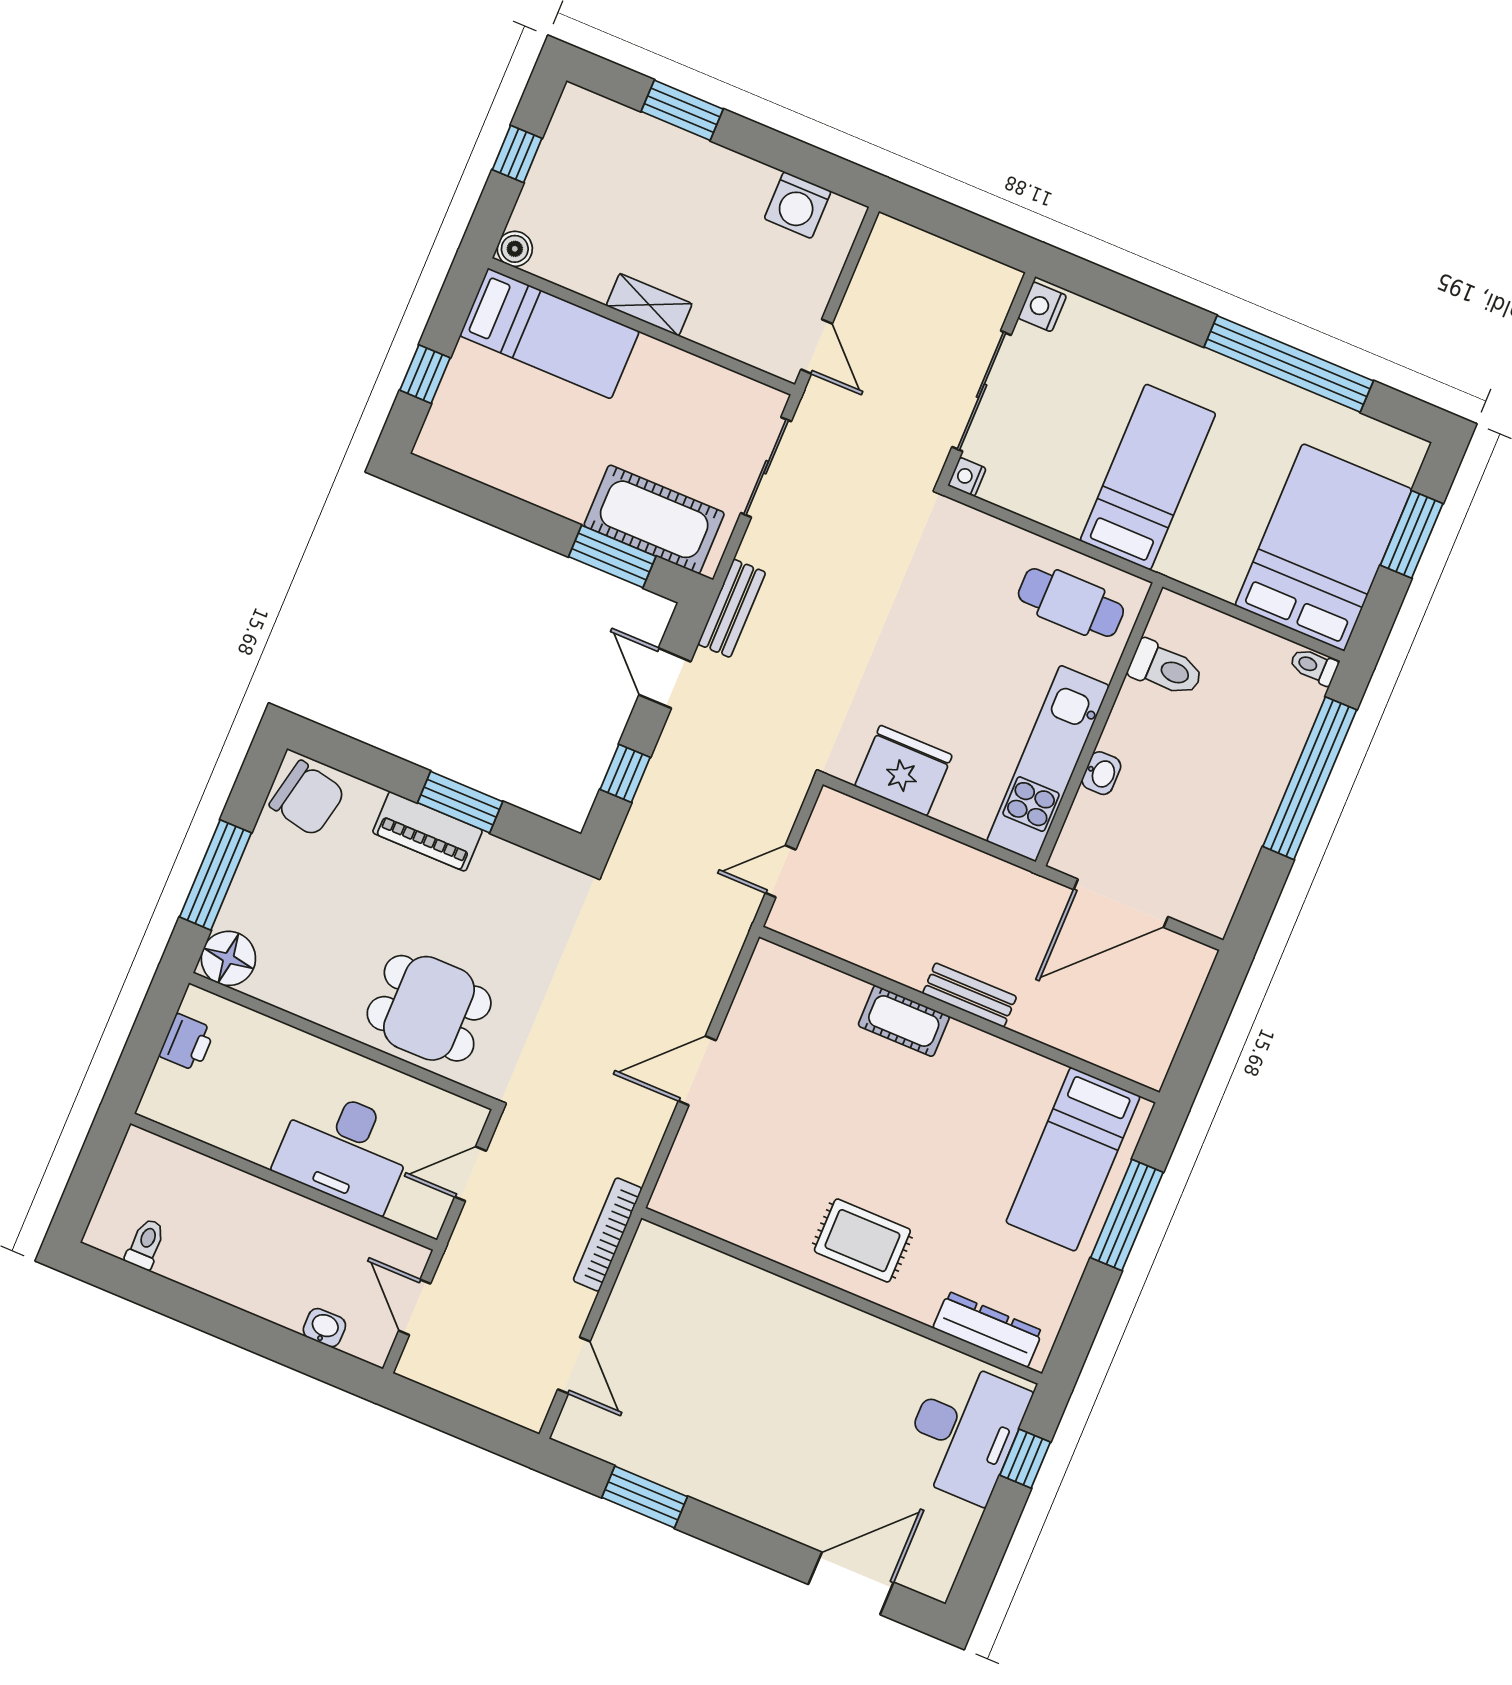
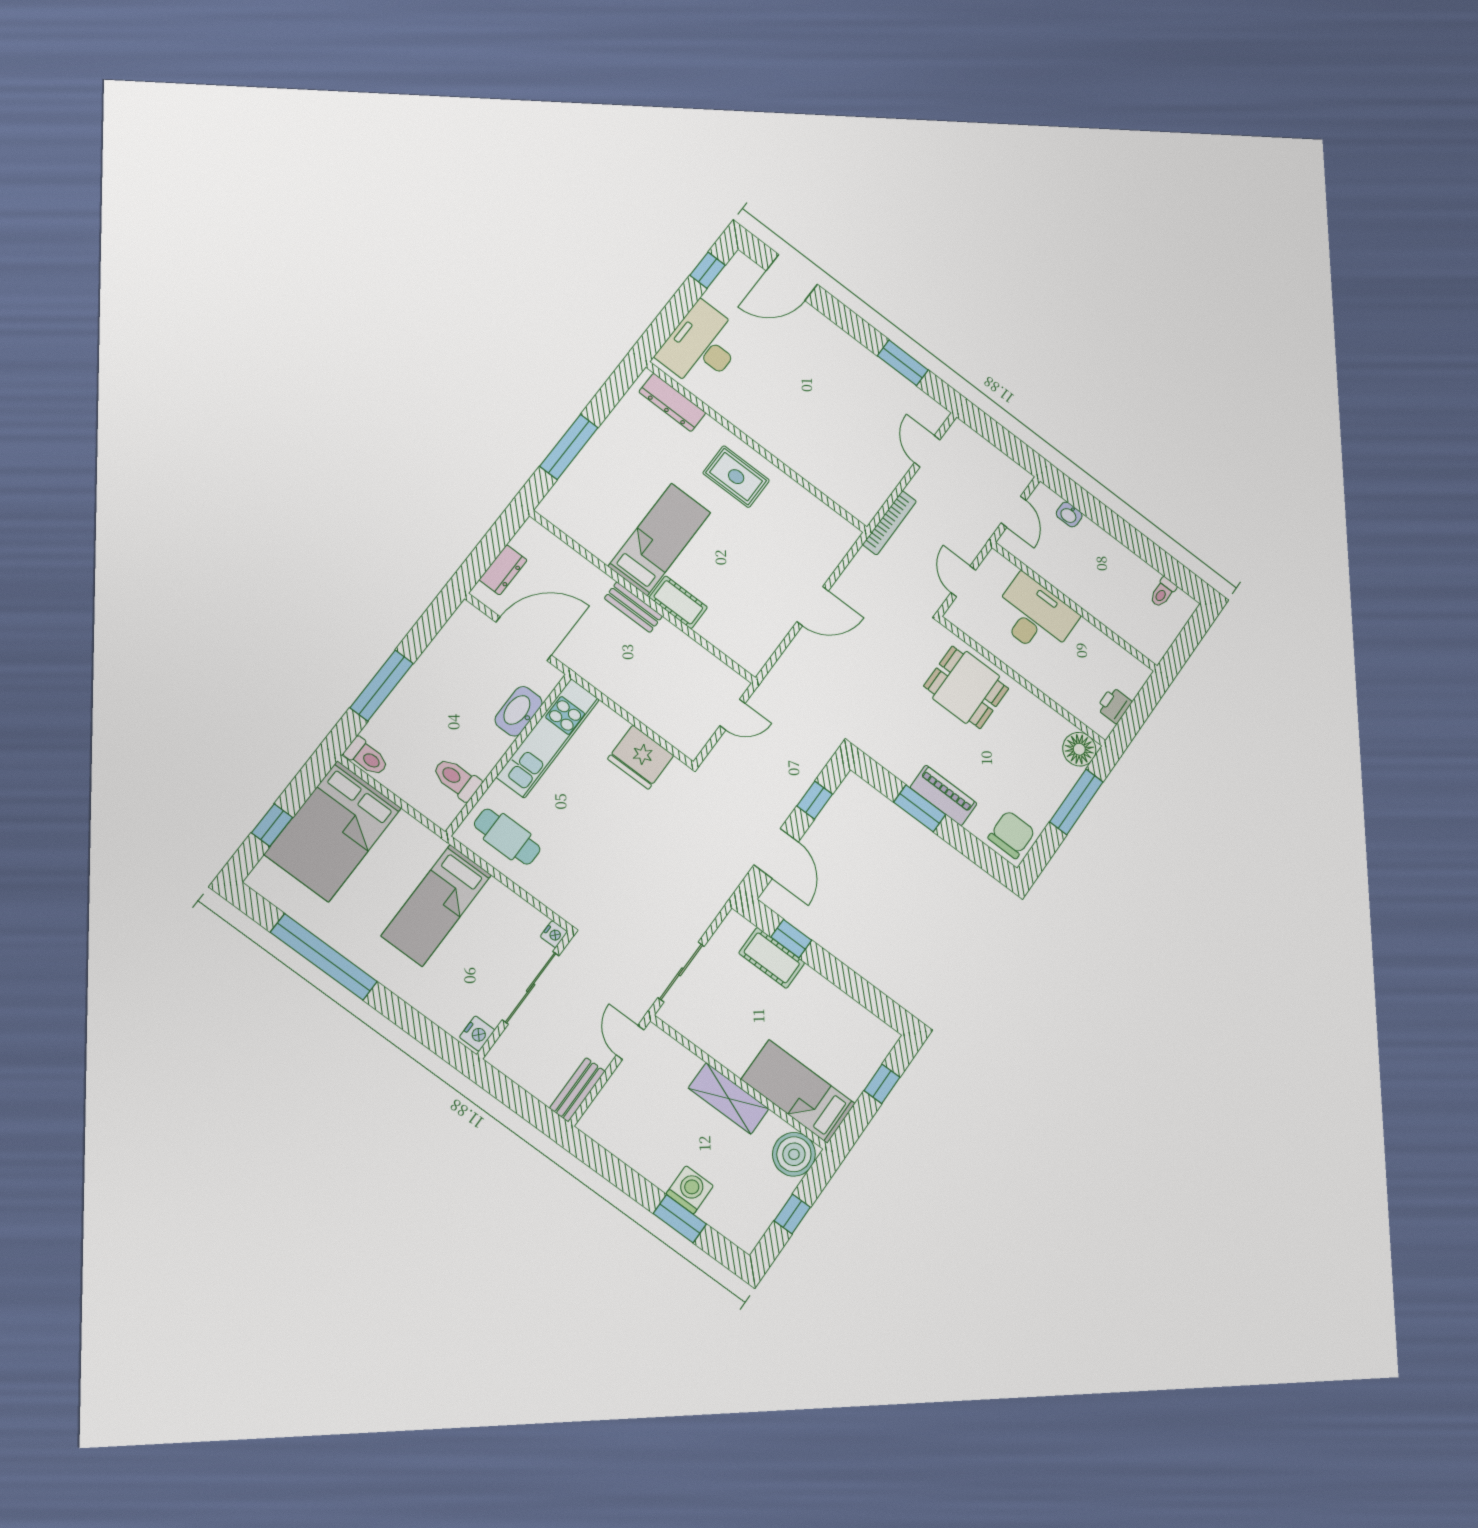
washing machine: (798, 205) -> (690, 1190), moved
boiler: (515, 249) -> (794, 1154), width x1.86, depth x1.86
shelving: (649, 305) -> (729, 1098), width x1.50, depth x1.33
cot: (654, 519) -> (772, 958), width x0.73, depth x0.75
window: (1412, 534) -> (272, 825), width x0.67
window: (612, 556) -> (791, 939), width x0.67
bench: (732, 608) -> (577, 1090), moved
toilet: (1314, 666) -> (367, 757), width x1.37, depth x1.39
door: (665, 678) -> (776, 853), width x1.38
washbasin: (1101, 773) -> (519, 711), width x1.91, depth x1.45
window: (1310, 778) -> (382, 686), width x0.68
chair: (307, 798) -> (1012, 834), turned 78
dresser: (1177, 999) -> (503, 570), added
bed: (1073, 1159) -> (659, 539), moved
door: (470, 1174) -> (963, 581), swing flipped
window: (1025, 1459) -> (708, 270), moved

